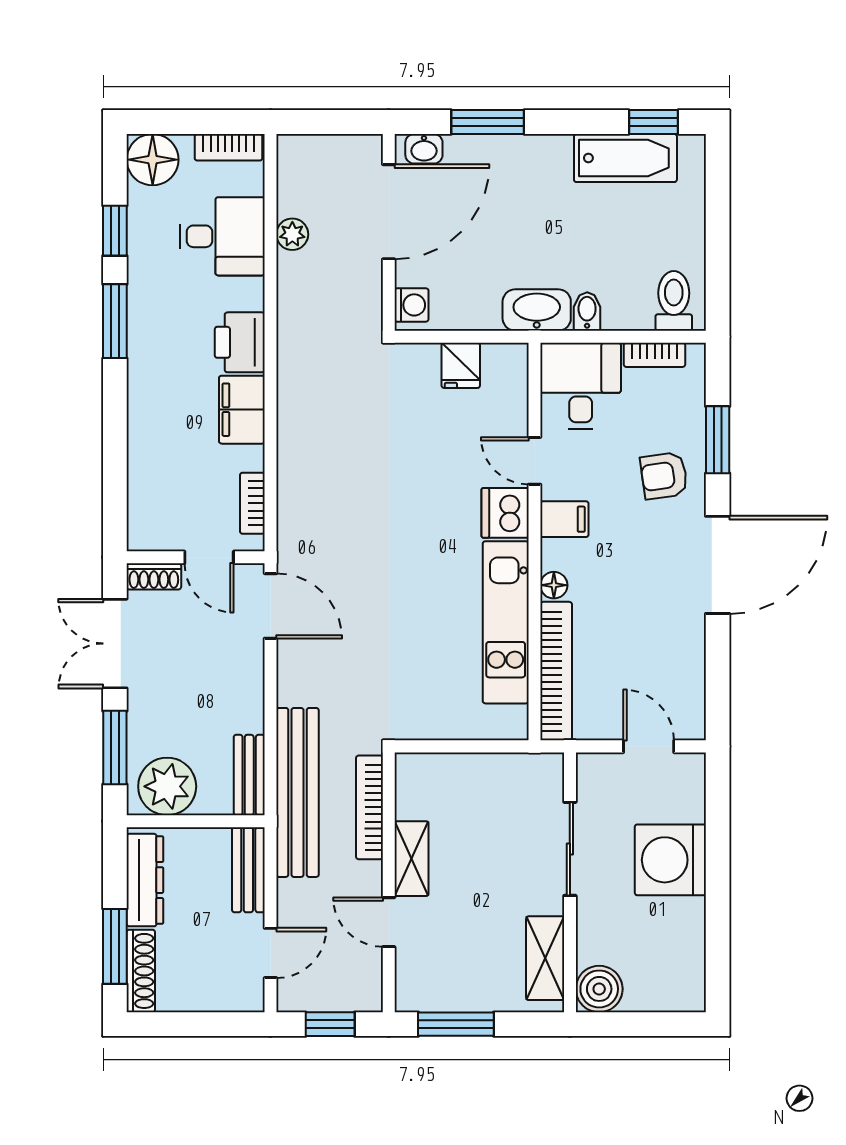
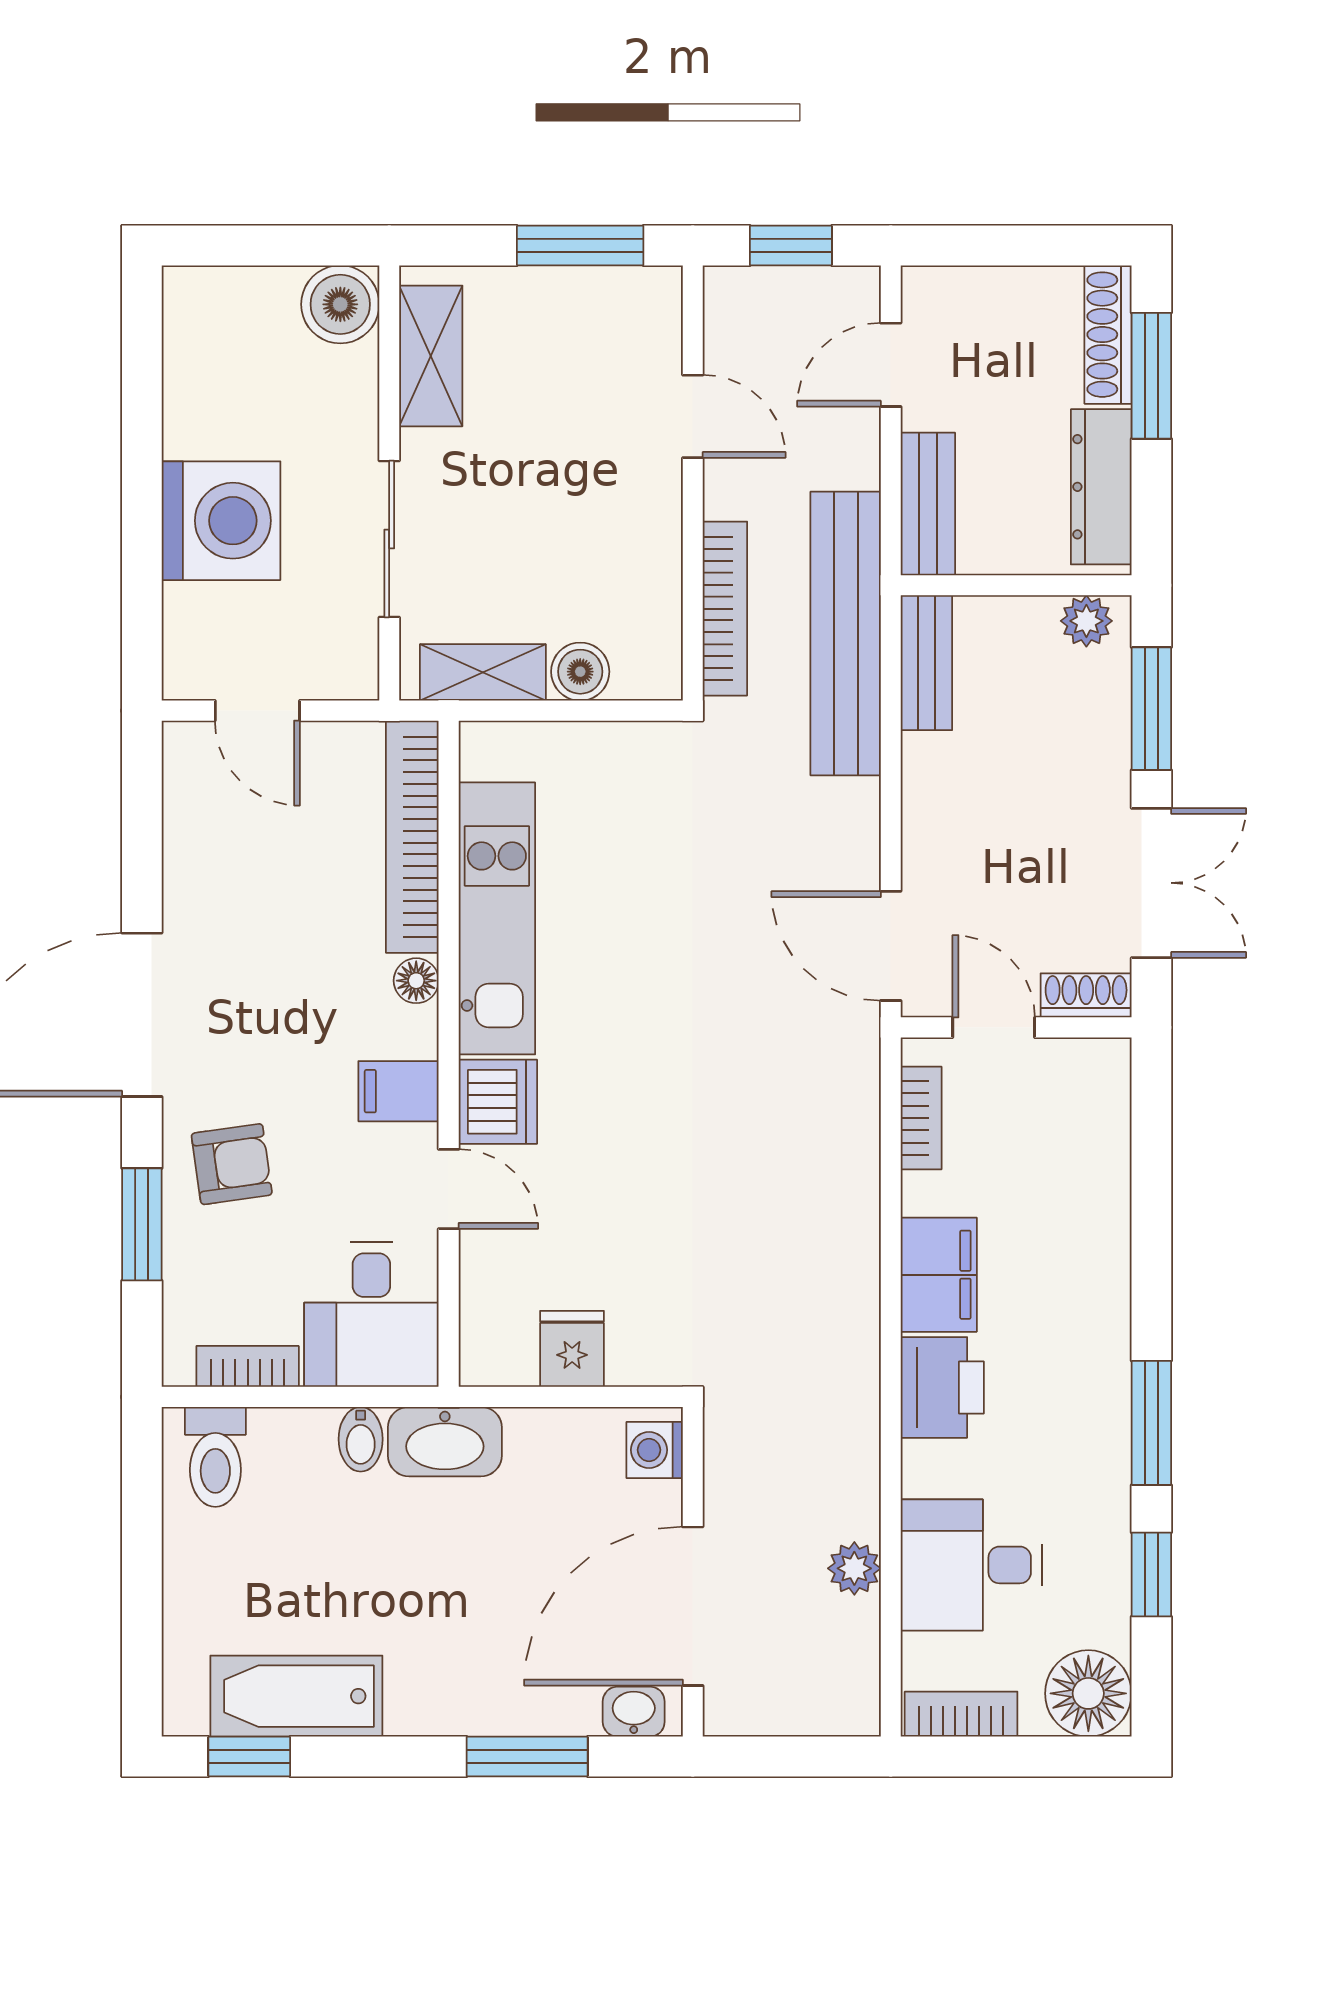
boiler: (456, 770) -> (580, 672), added
plant: (167, 786) -> (1086, 621), width x0.53, depth x0.53
shelving: (412, 859) -> (483, 672), moved, turned 90

